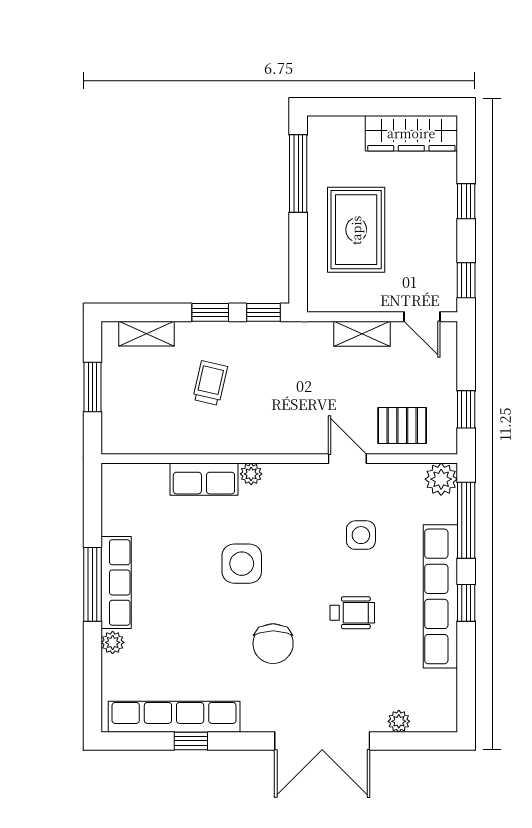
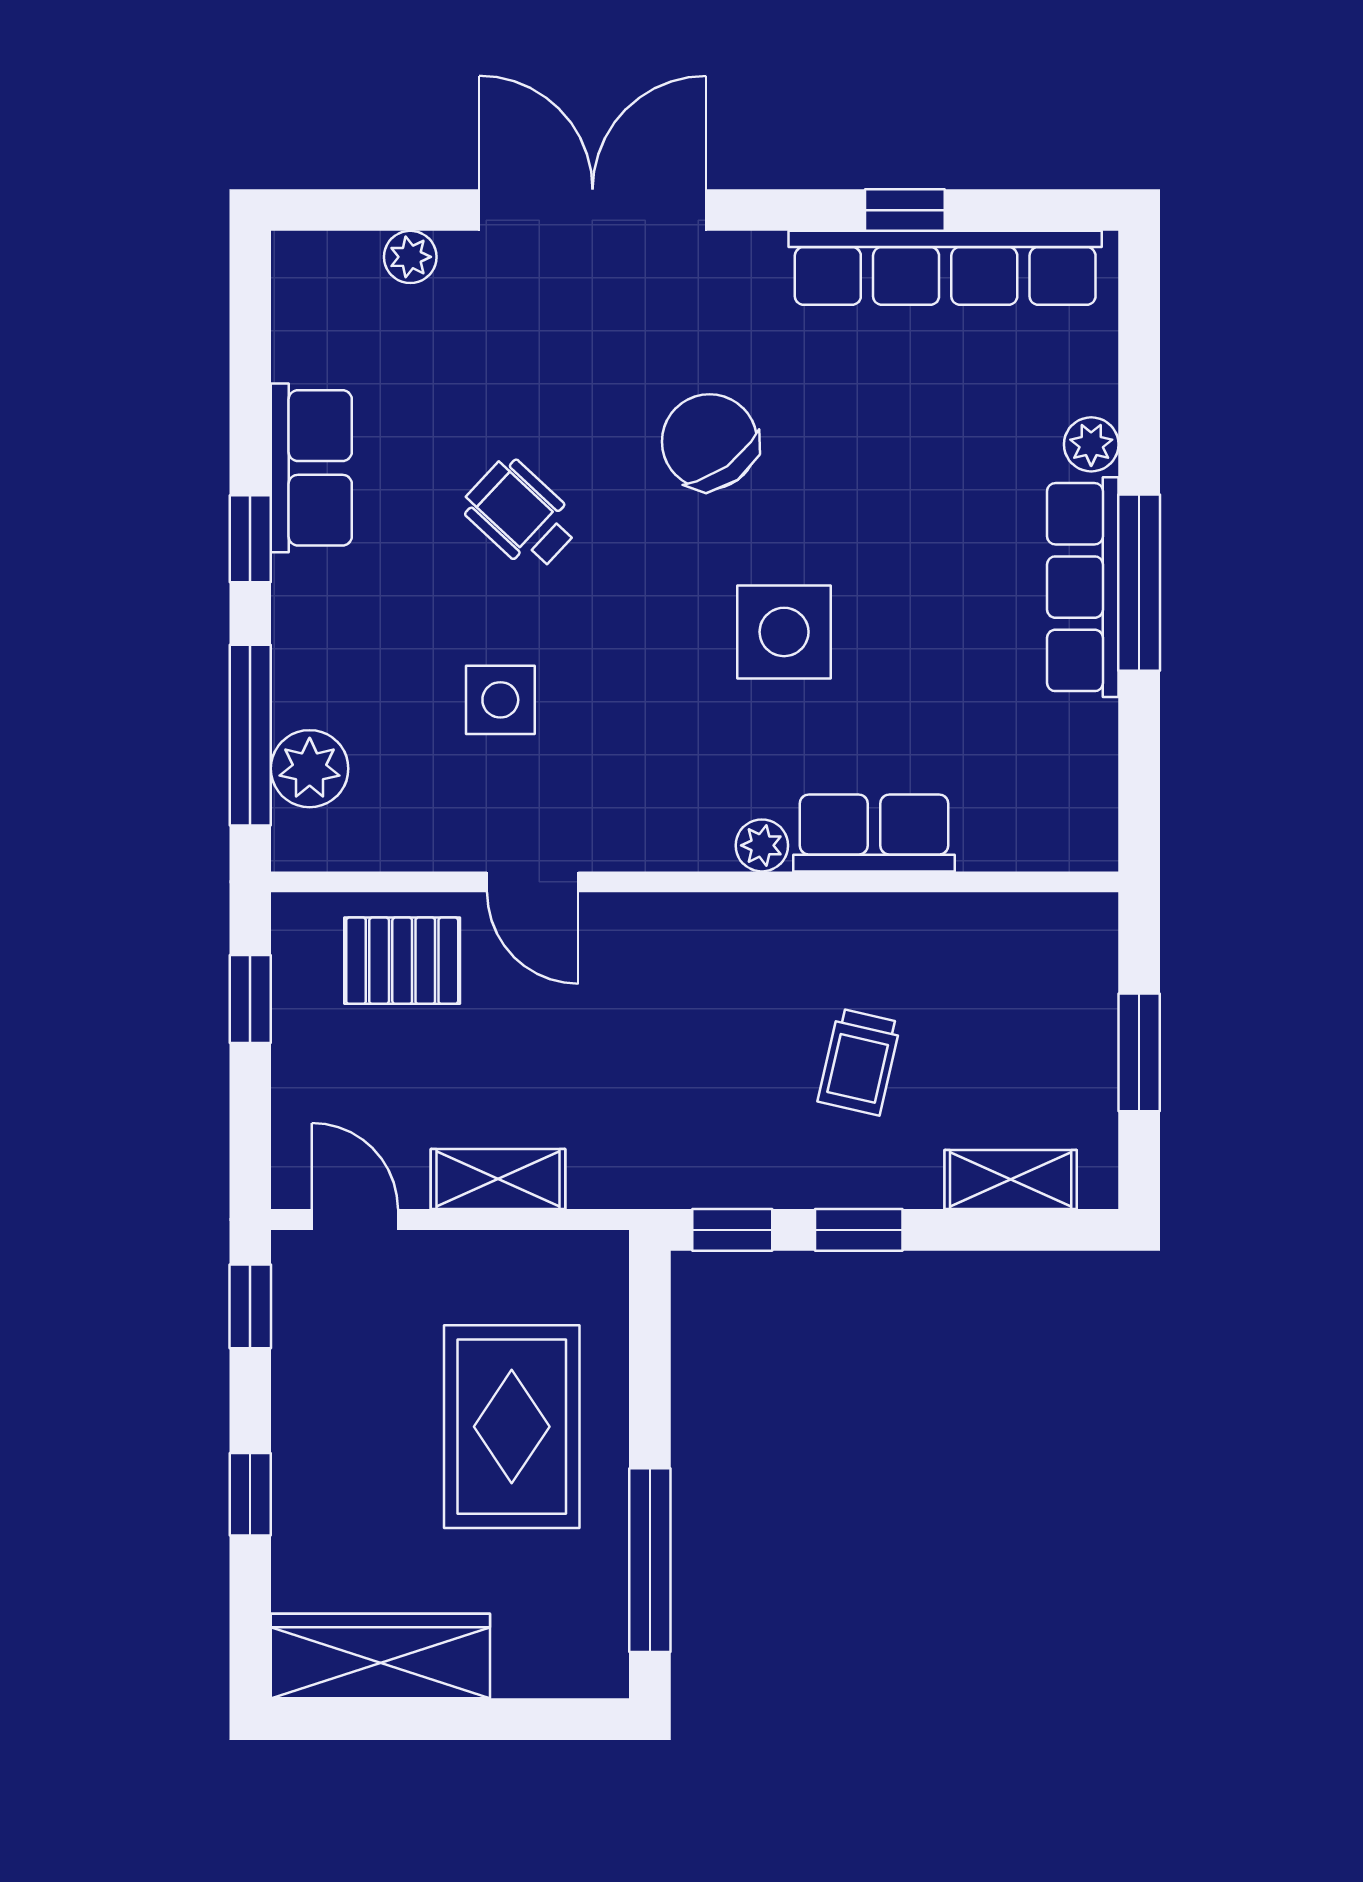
plant: (441, 479) -> (310, 769), moved
row of seats: (440, 596) -> (311, 468), width x0.50
wheelchair: (352, 613) -> (521, 515), turned 43
chair: (273, 644) -> (710, 442), turned -36

